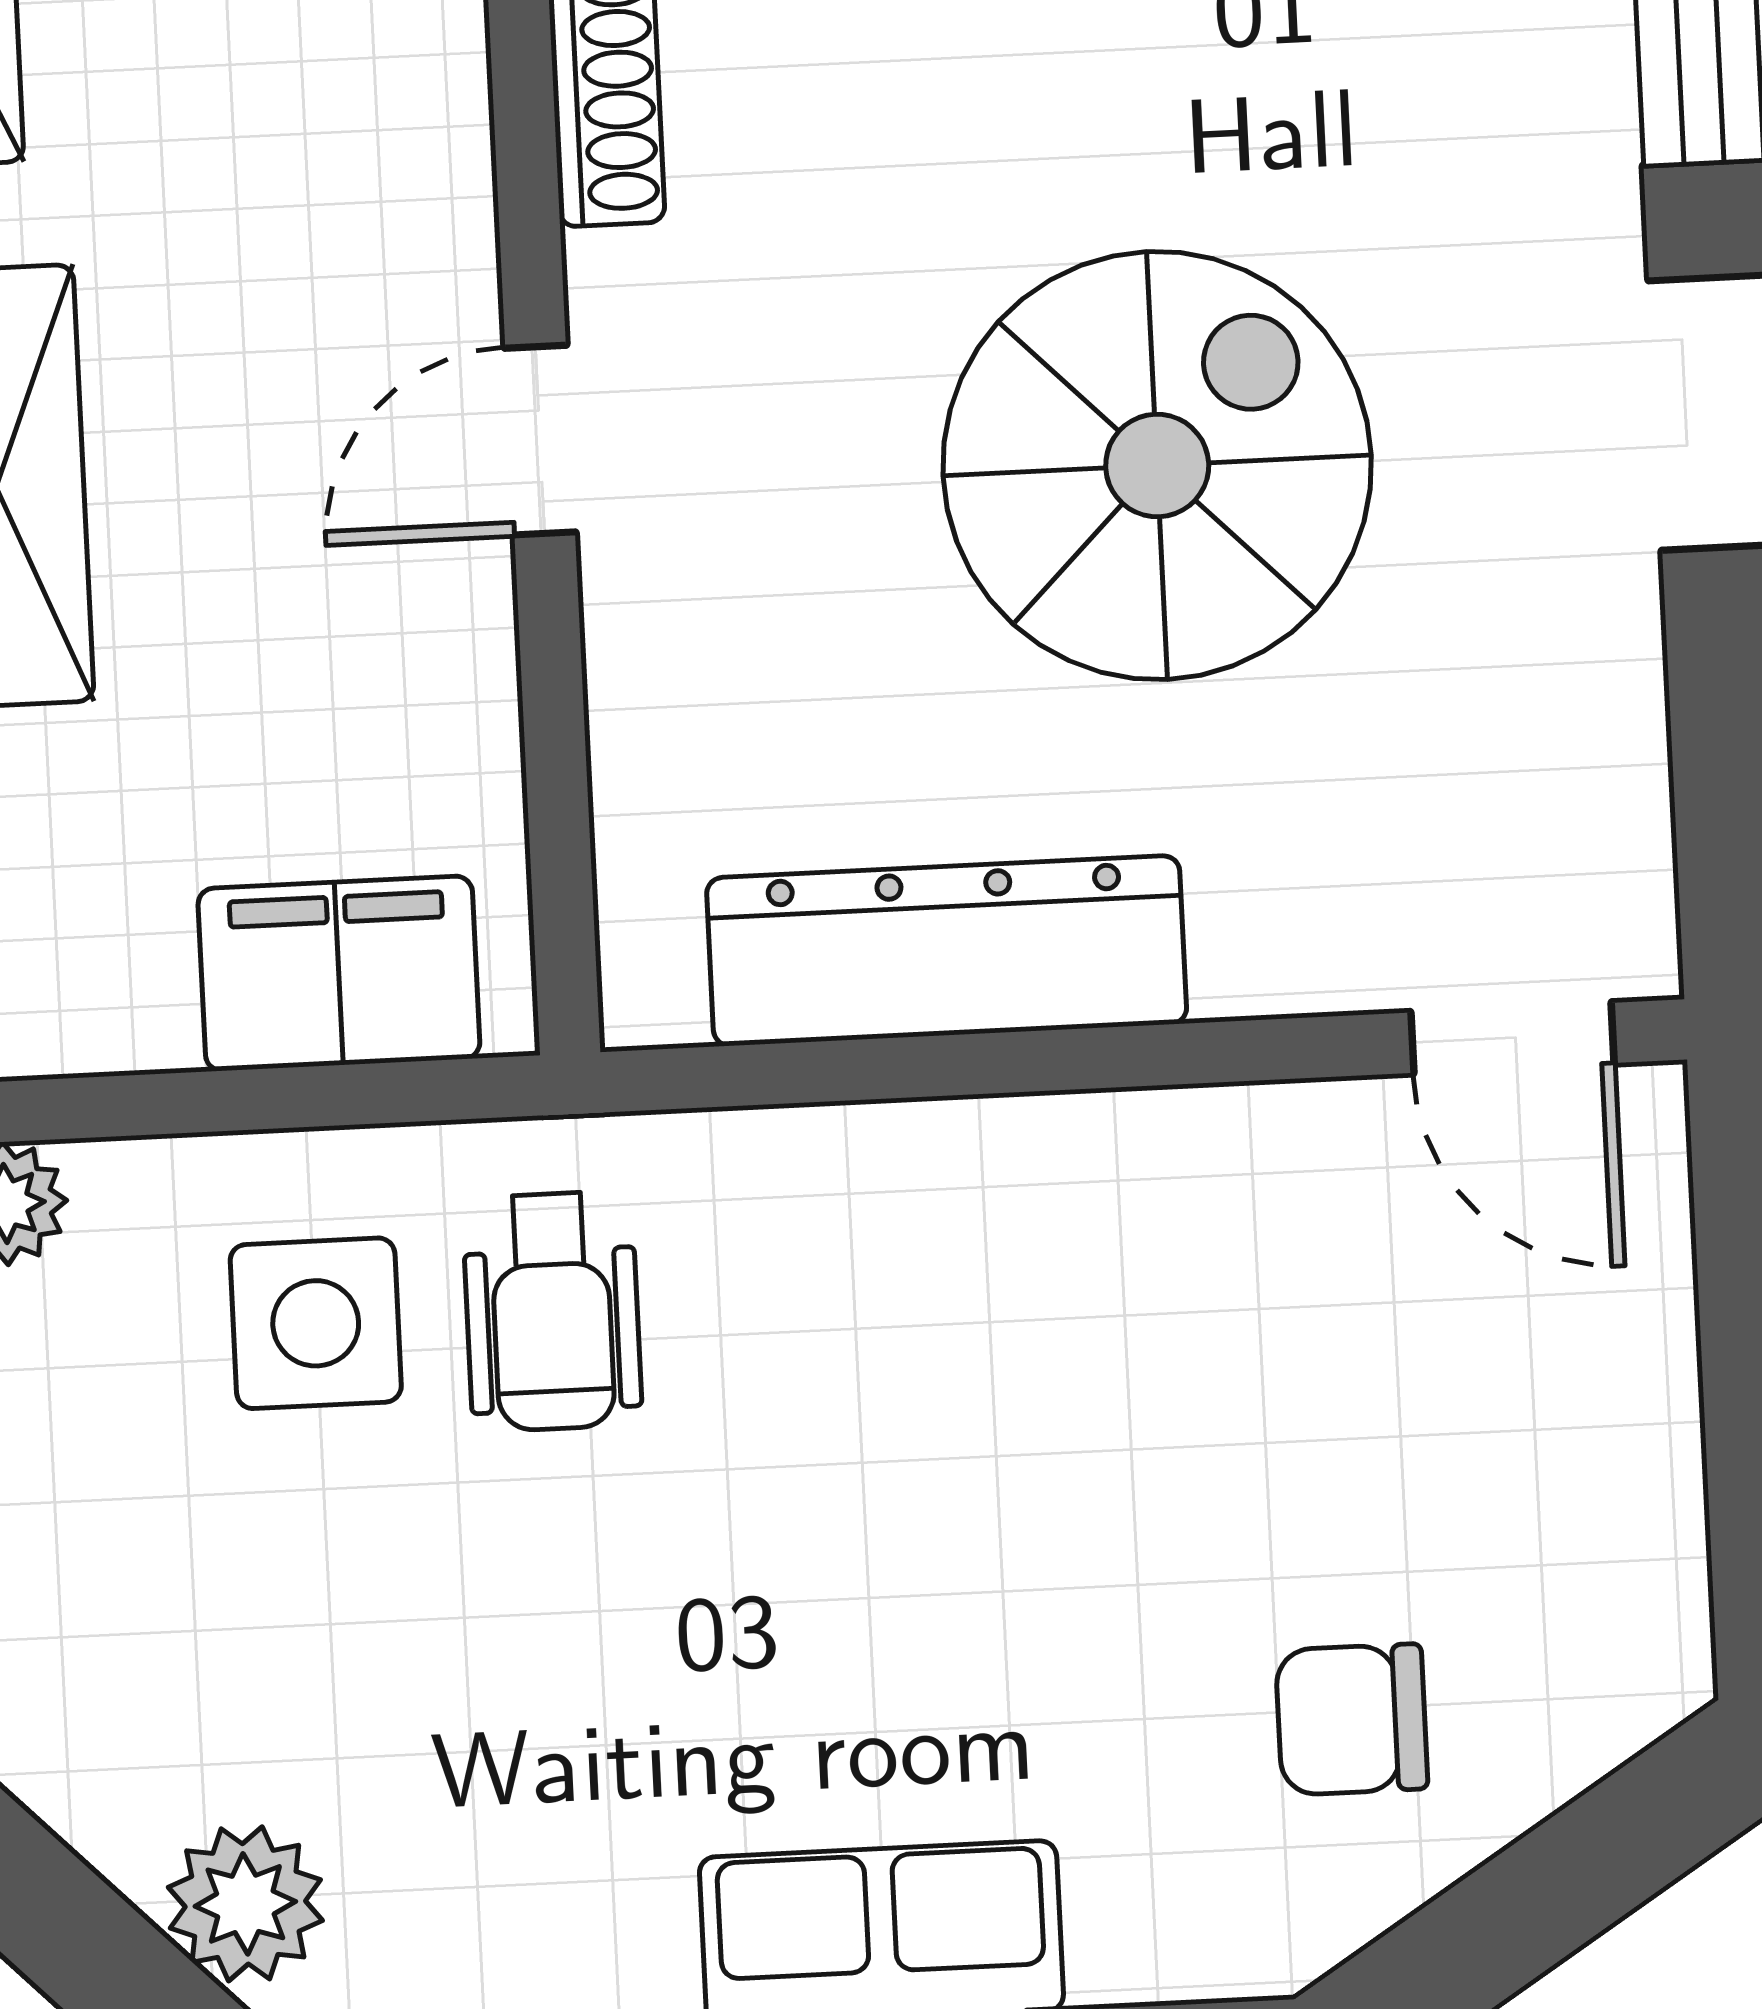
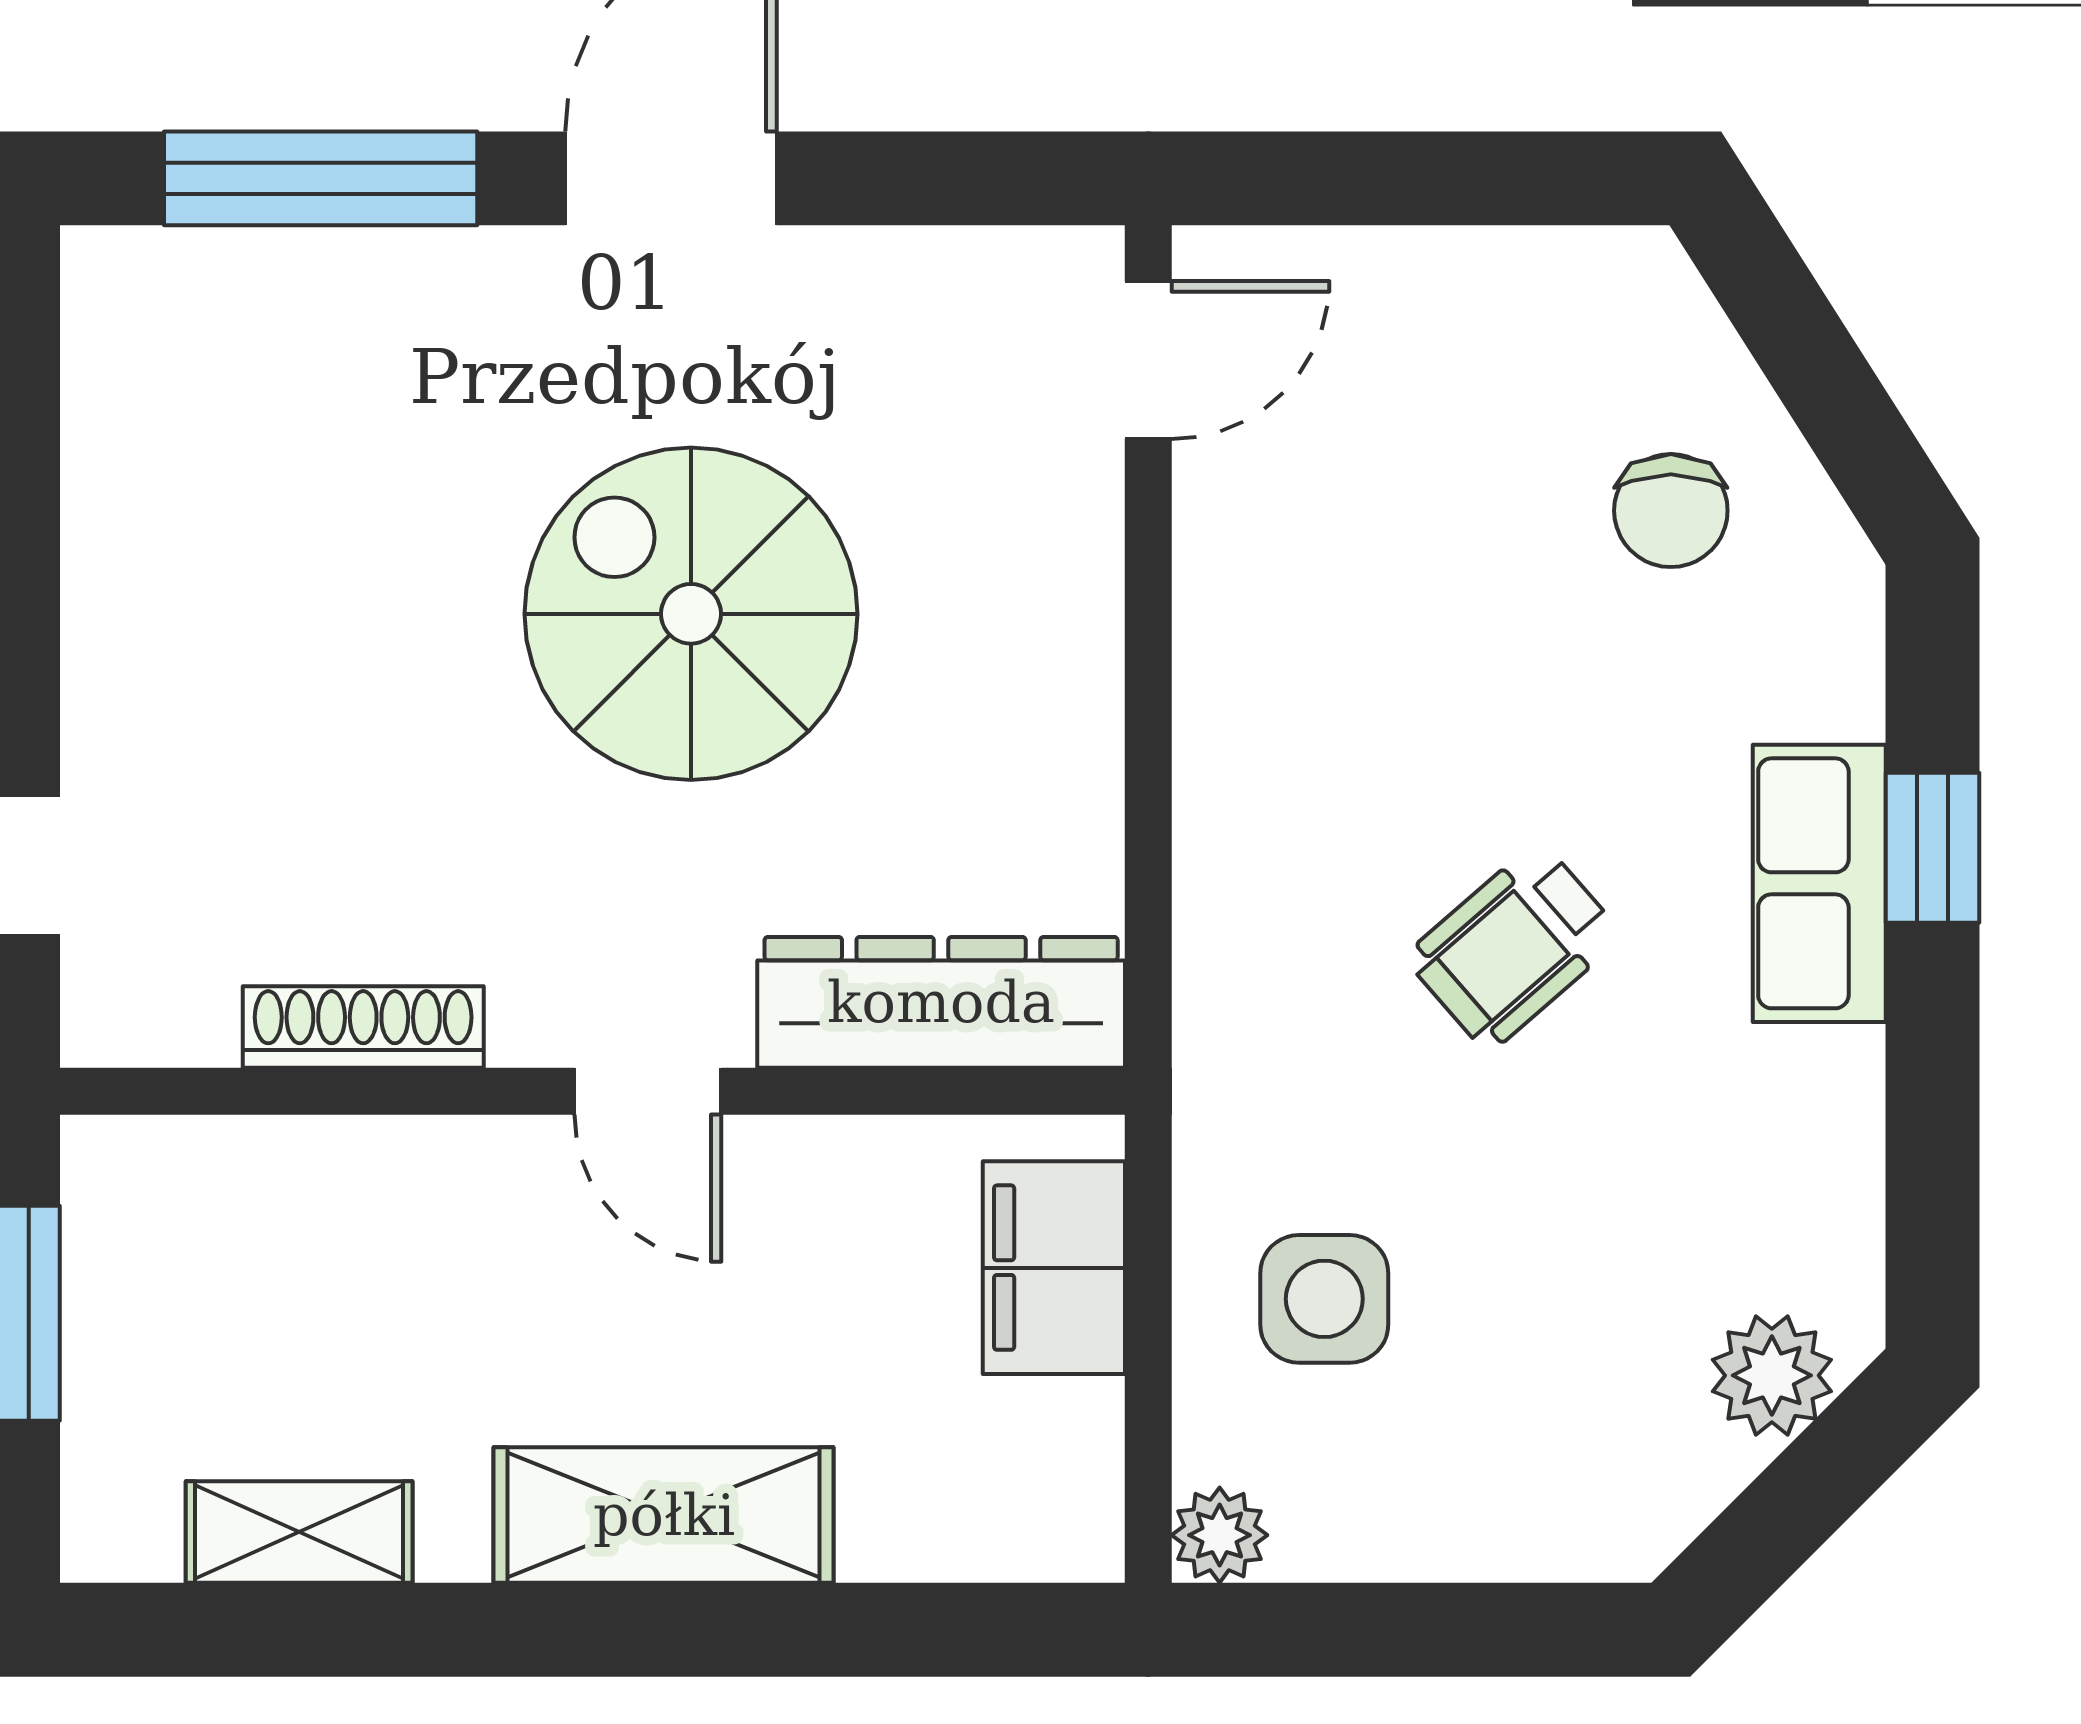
dresser: (947, 951) -> (941, 1002), moved, turned 90
wheelchair: (552, 1311) -> (1514, 946), moved, turned 139

